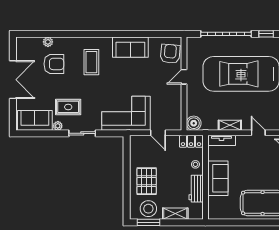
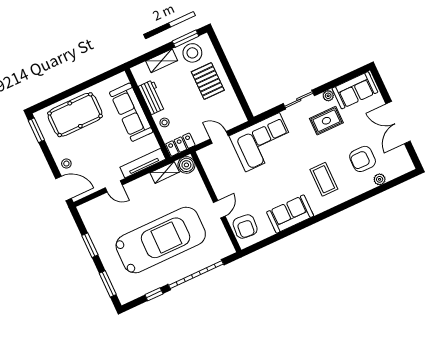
shelving: (230, 125) -> (165, 172), moved
tv unit: (222, 140) -> (143, 163), width x1.41
sofa: (218, 178) -> (131, 112), width x1.36

